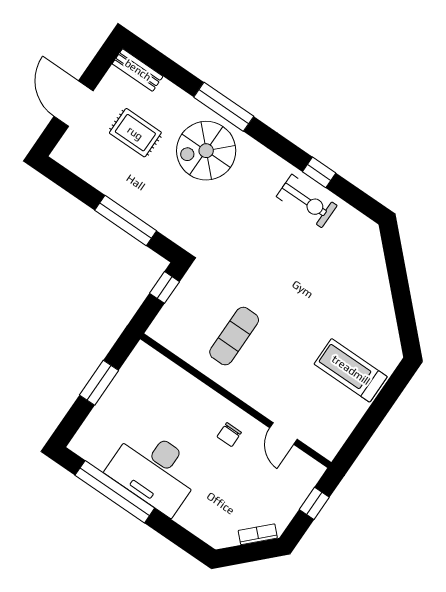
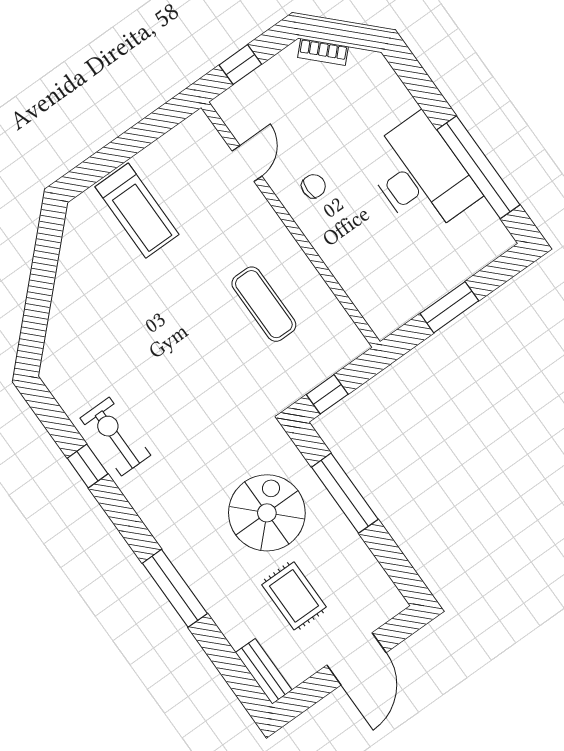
spiral stairs: (206, 151) -> (267, 513), moved, turned -90
exercise mat: (234, 336) -> (264, 304), turned 90

